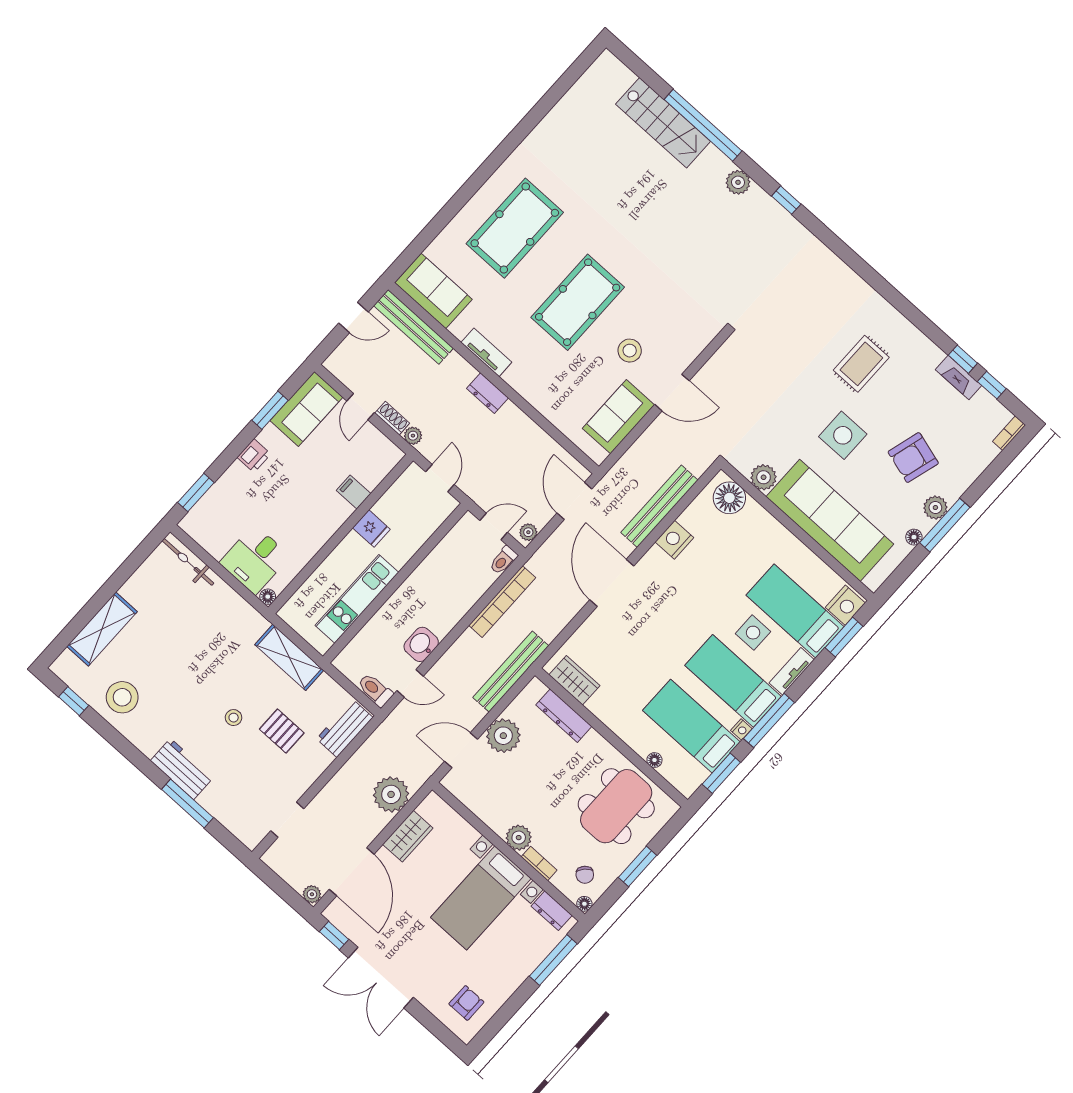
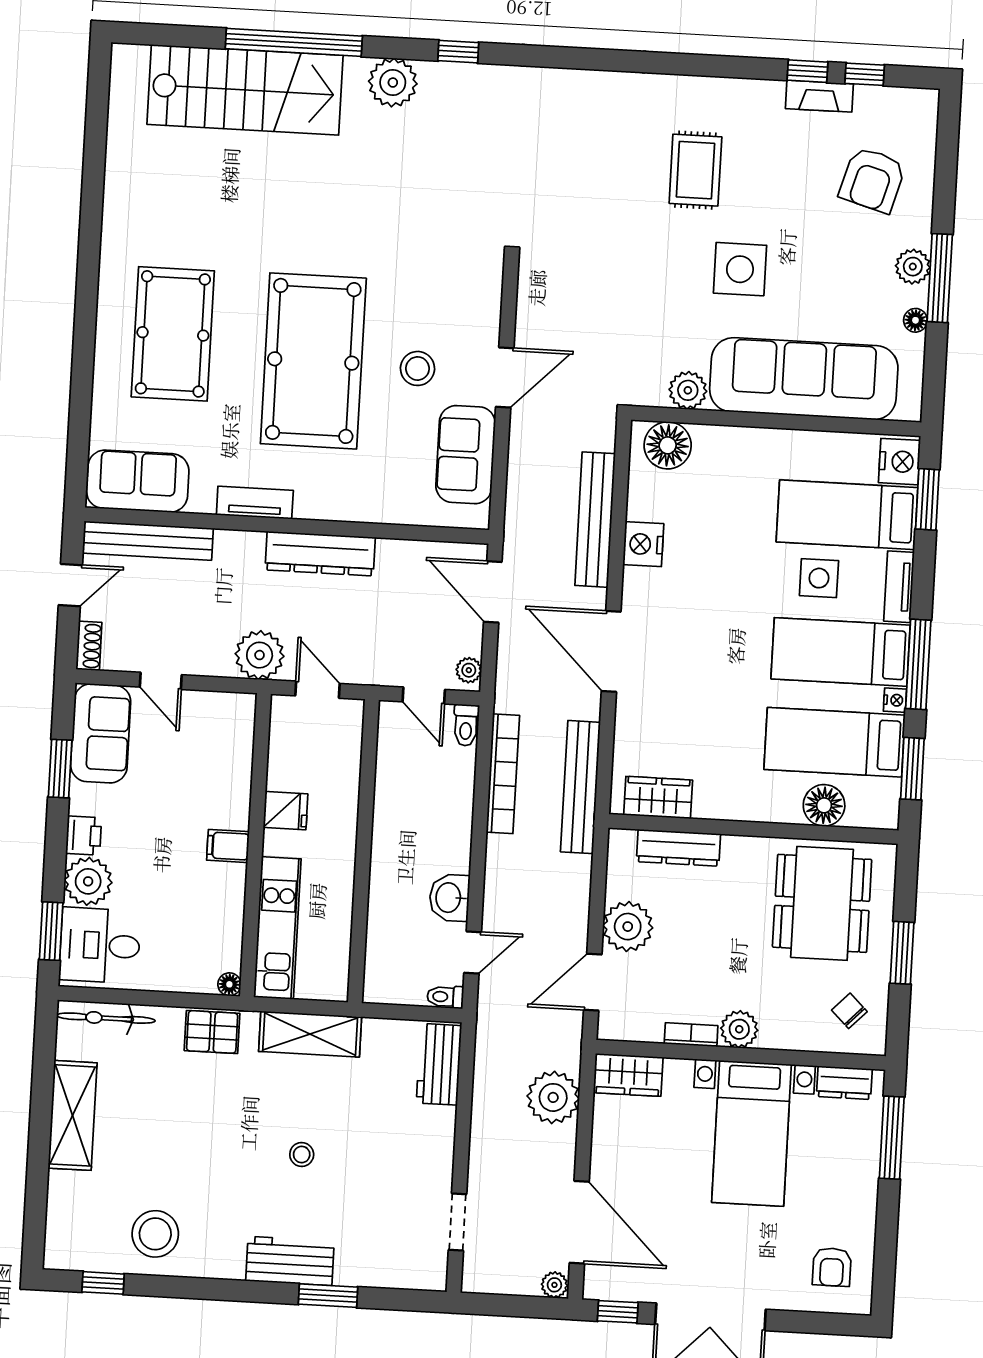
stairs: (663, 123) -> (245, 90), width x1.36, depth x1.51
plant: (738, 182) -> (393, 83), width x1.36, depth x1.36
pool table: (578, 302) -> (313, 361), width x1.36, depth x1.32
dresser: (488, 393) -> (320, 554), width x1.96, depth x1.24
shoe rack: (392, 418) -> (89, 646), moved, turned 90
bookcase: (1009, 433) -> (929, 113), removed
plant: (413, 436) -> (260, 655), width x1.88, depth x1.88
armchair: (913, 458) -> (872, 180), moved
plant: (237, 482) -> (88, 881), added
filing cabinet: (354, 492) -> (228, 846), moved
door: (494, 526) -> (424, 696), swing flipped
desk: (255, 559) -> (100, 945), moved, turned 90
kitchen unit: (357, 599) -> (277, 928), moved, turned 180
shelving: (102, 629) -> (73, 1115), moved
bench: (511, 672) -> (580, 787), moved
toilet: (375, 690) -> (445, 997), width x0.73, depth x0.72
pallet: (282, 731) -> (212, 1032), moved
floor lamp: (654, 760) -> (824, 805), width x1.89, depth x1.89
window: (187, 803) -> (328, 1296), width x0.69
wardrobe: (408, 836) -> (628, 1075), moved, turned 90
bookcase: (539, 863) -> (691, 1035), moved
chair: (585, 875) -> (849, 1011), turned 180
floor lamp: (584, 904) -> (876, 1045), removed
armchair: (466, 1003) -> (832, 1267), turned 180

